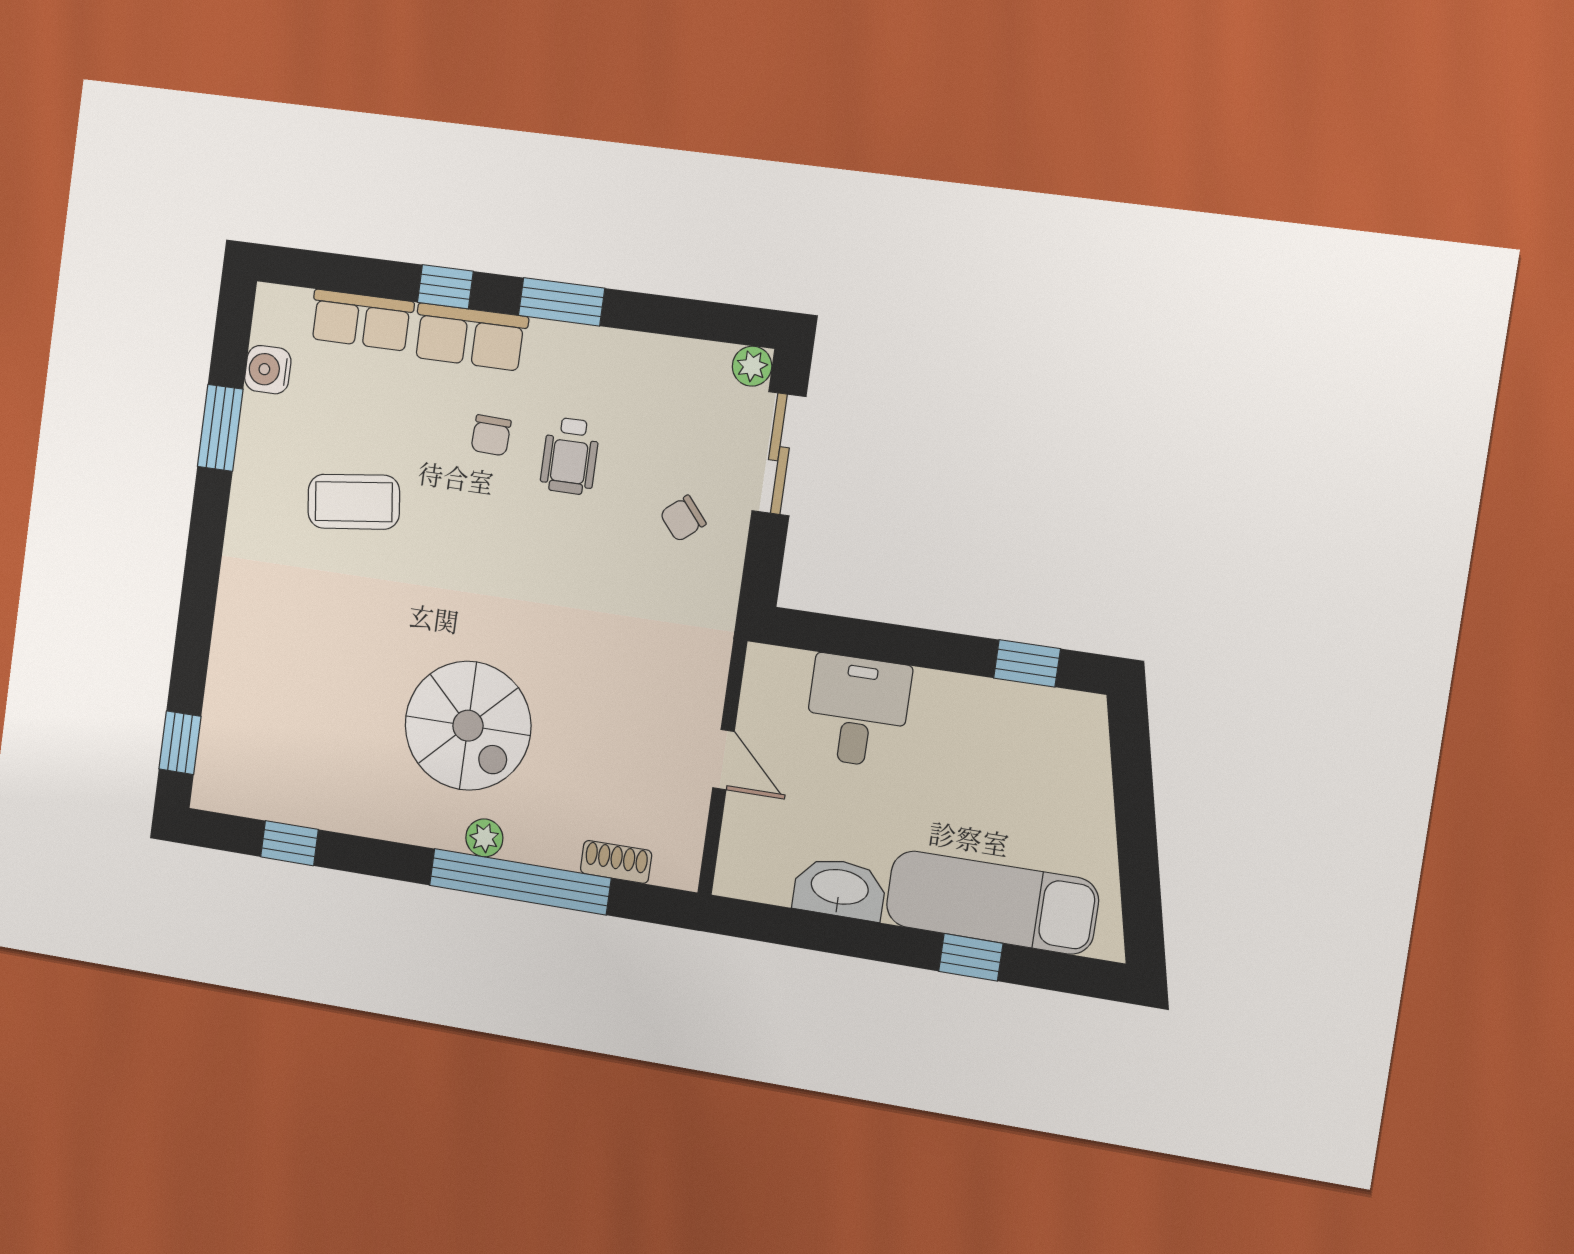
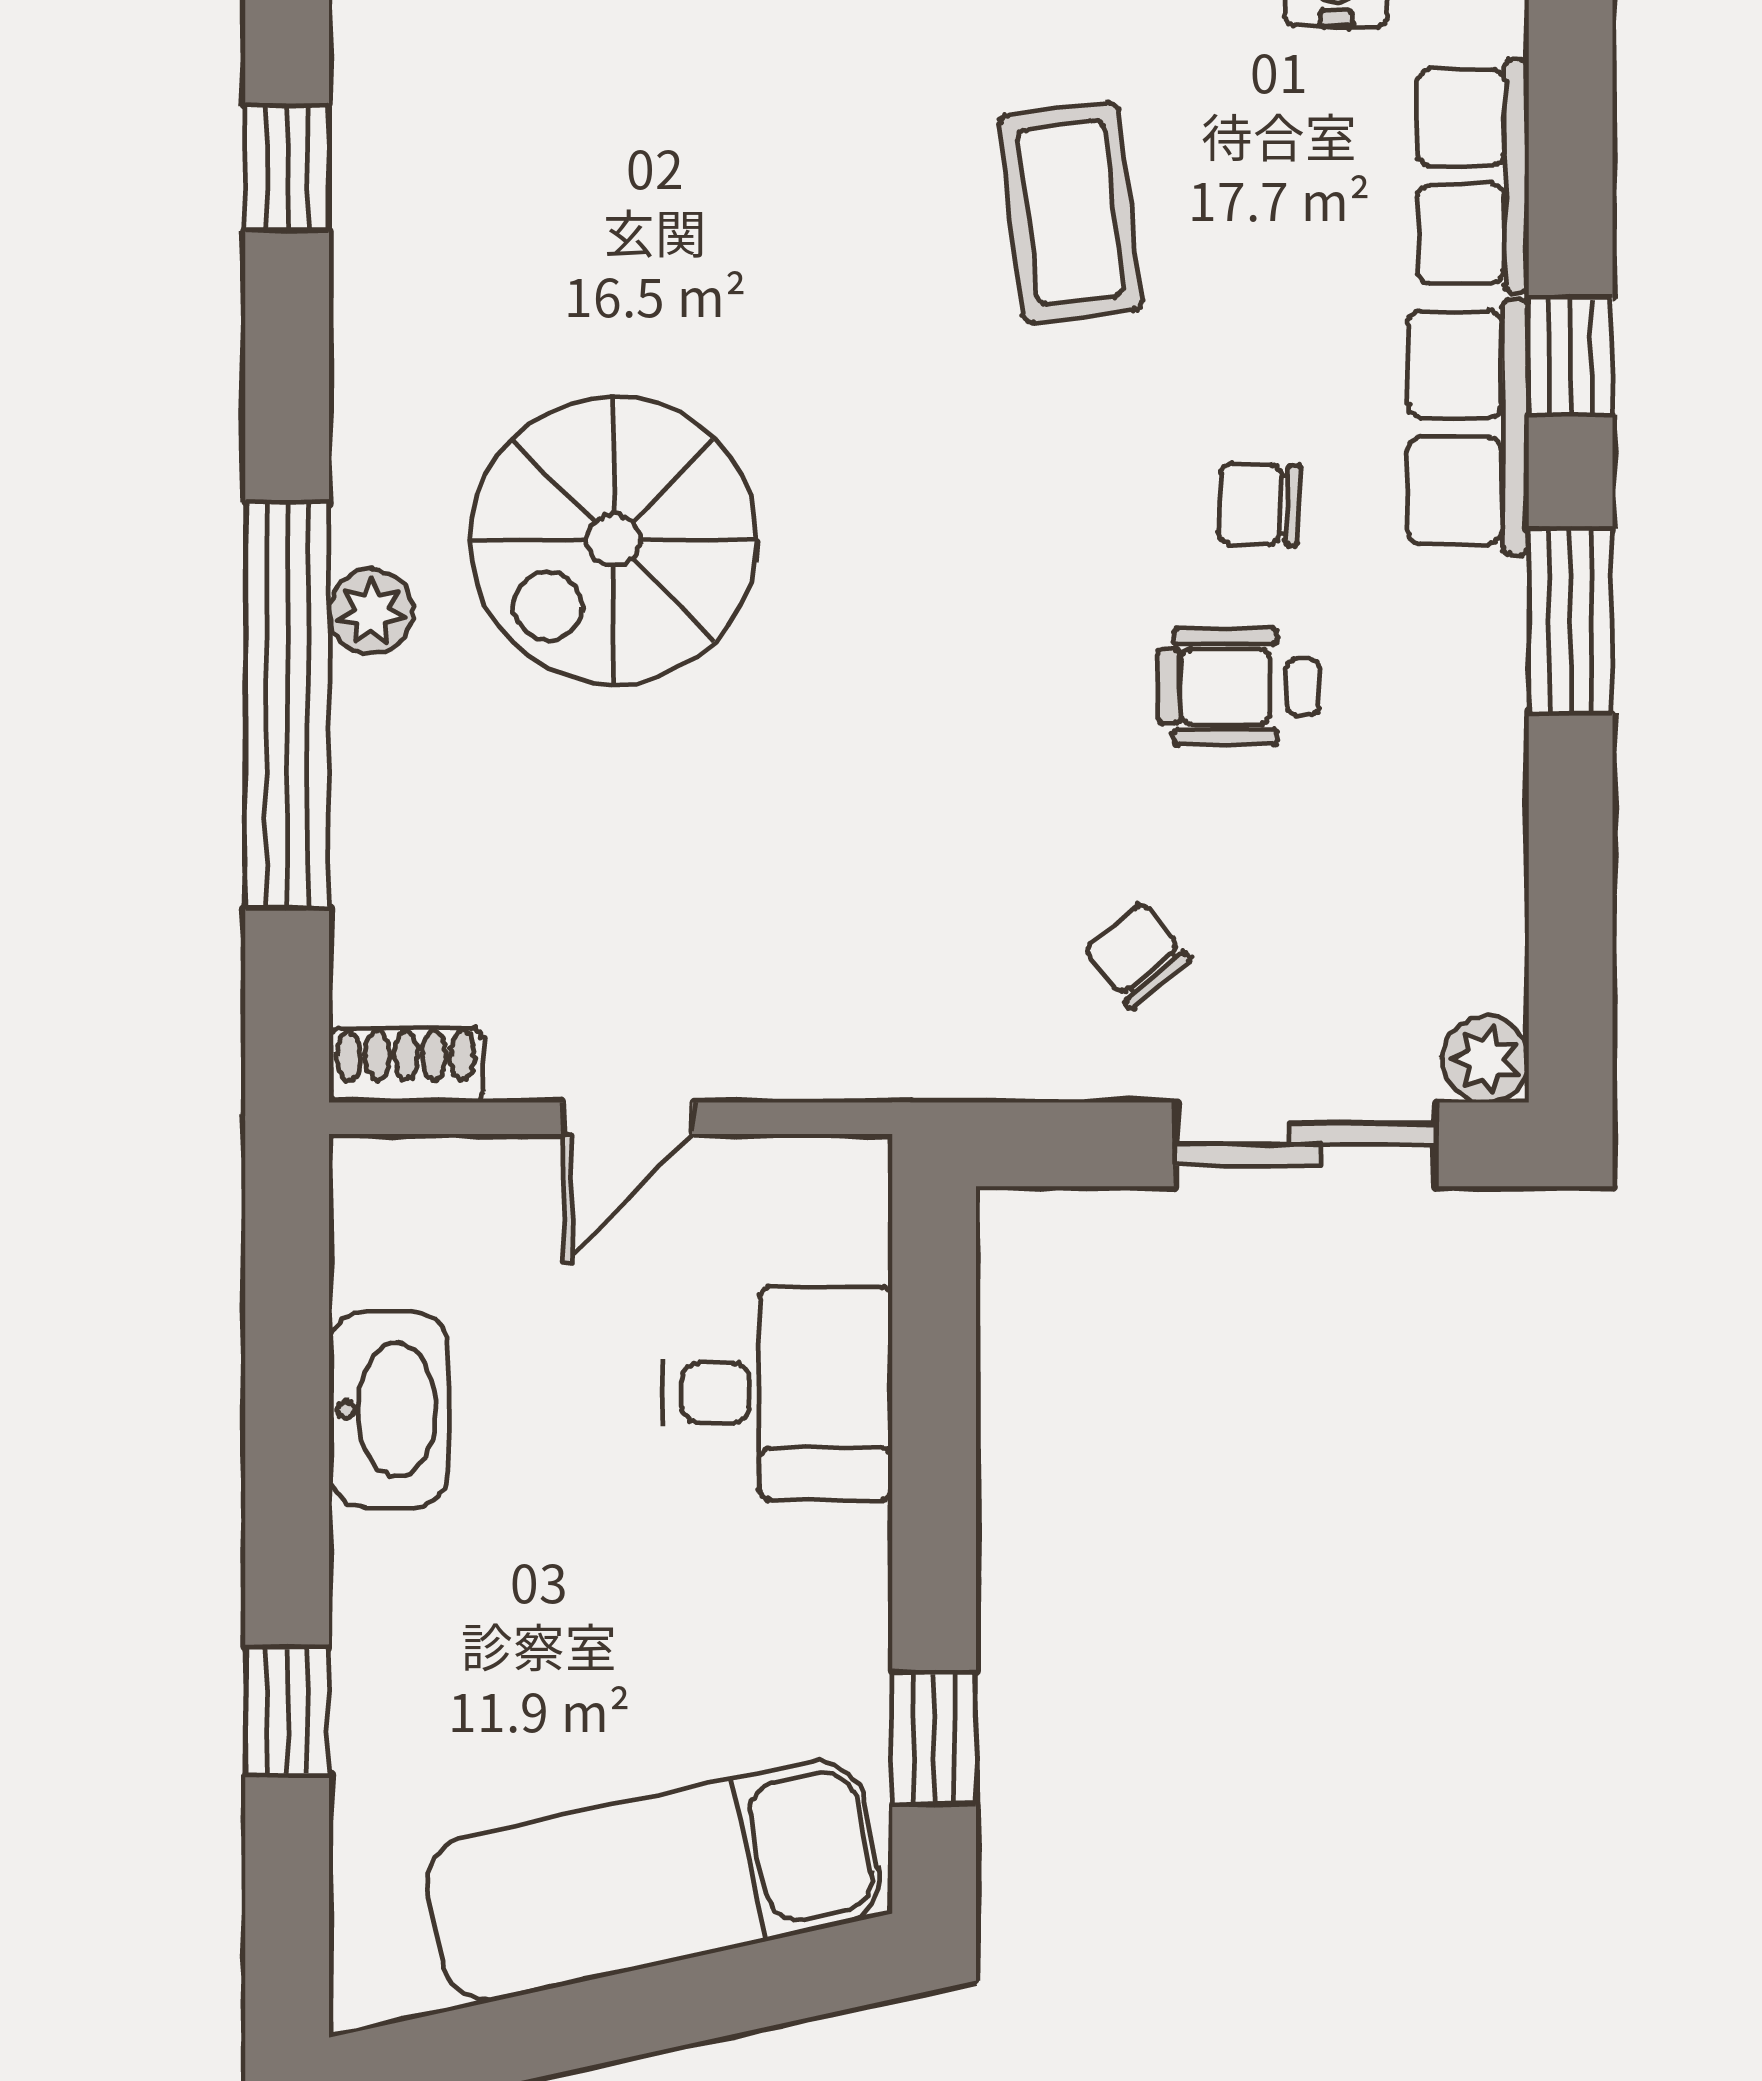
shoe rack: (616, 862) -> (406, 1065), moved, turned -90
exam couch: (992, 903) -> (653, 1881), moved, turned -102

